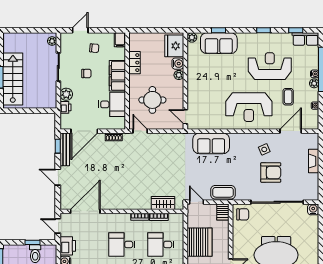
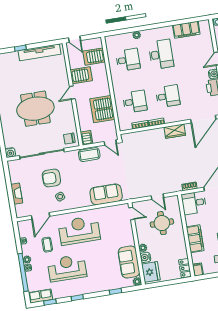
sofa: (219, 43) -> (129, 262), moved, turned -90
locker: (134, 63) -> (185, 268), moved
reception desk: (270, 66) -> (67, 268), turned 180
desk: (112, 104) -> (194, 203), moved
door: (140, 131) -> (157, 197), moved
wardrobe: (163, 203) -> (175, 131), moved

